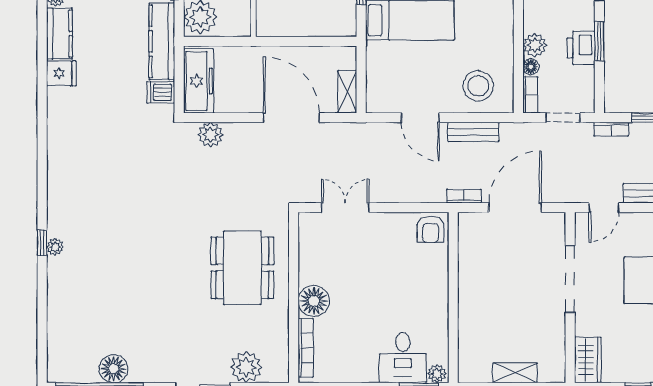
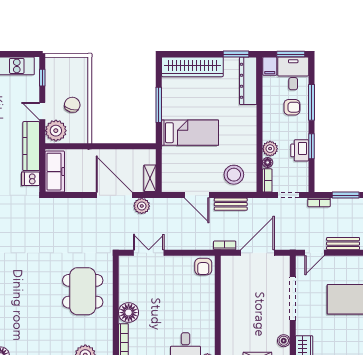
plant: (210, 135) -> (142, 206), moved
boiler: (556, 345) -> (284, 341), added

